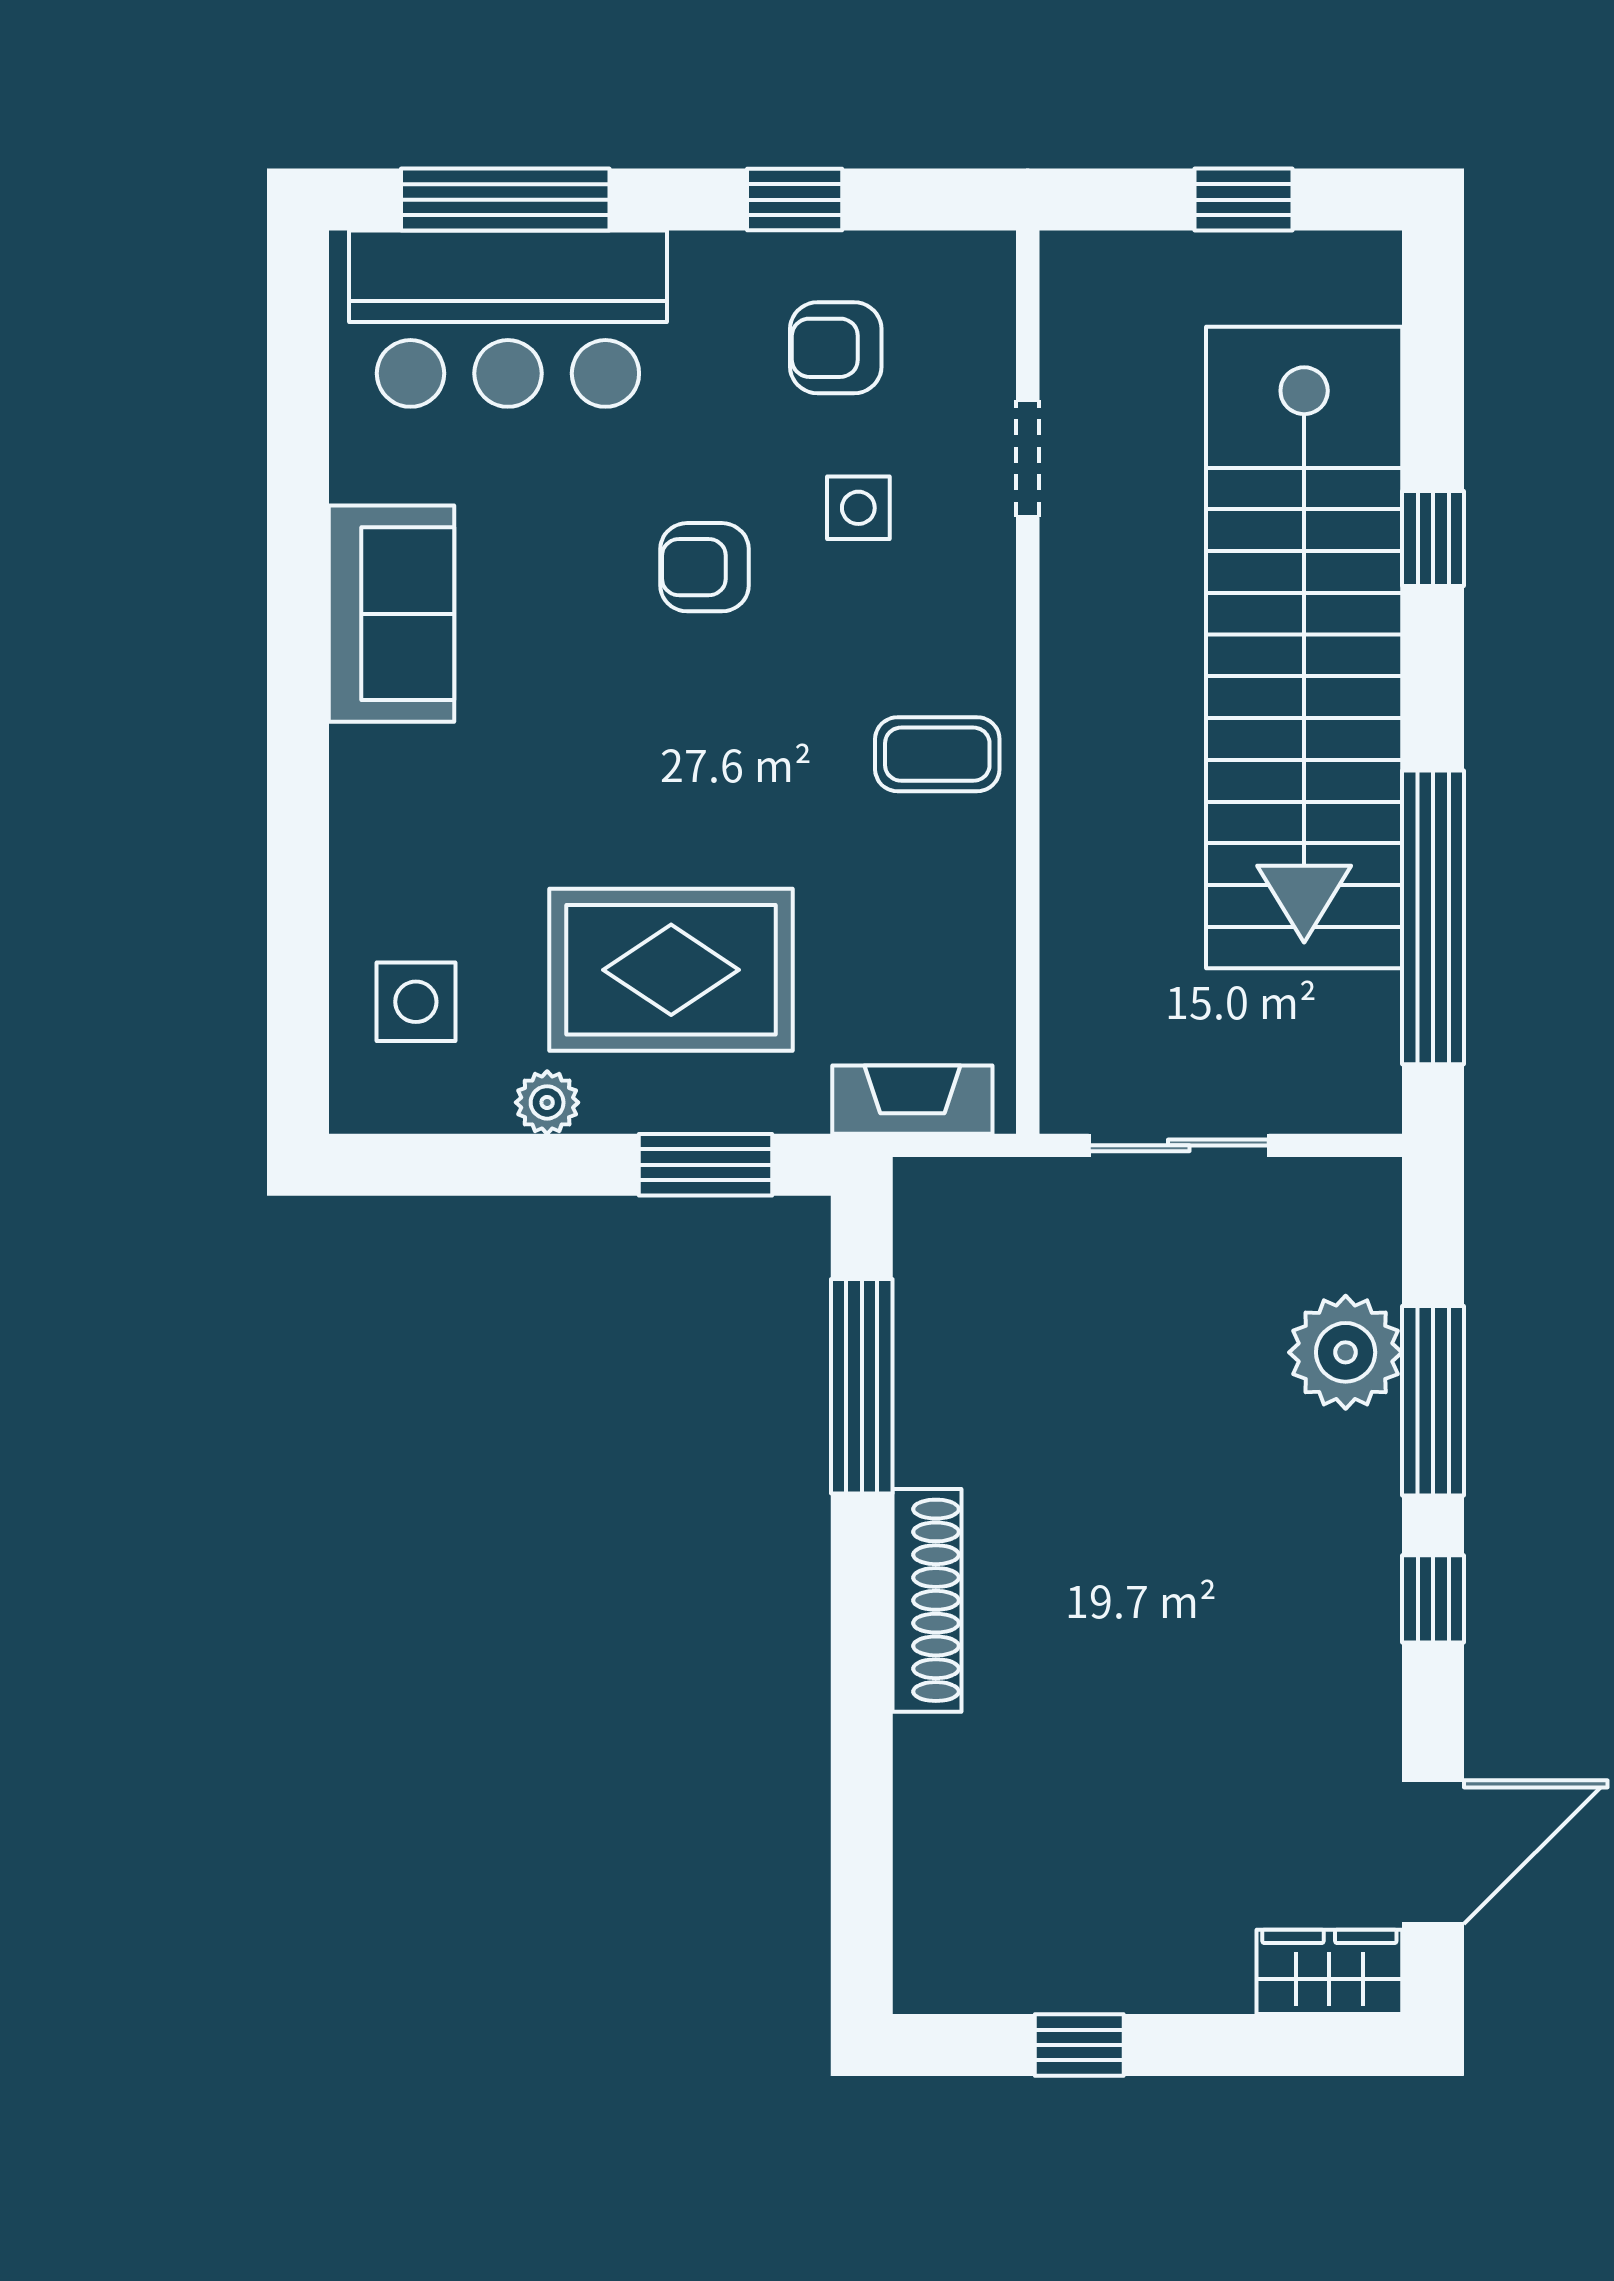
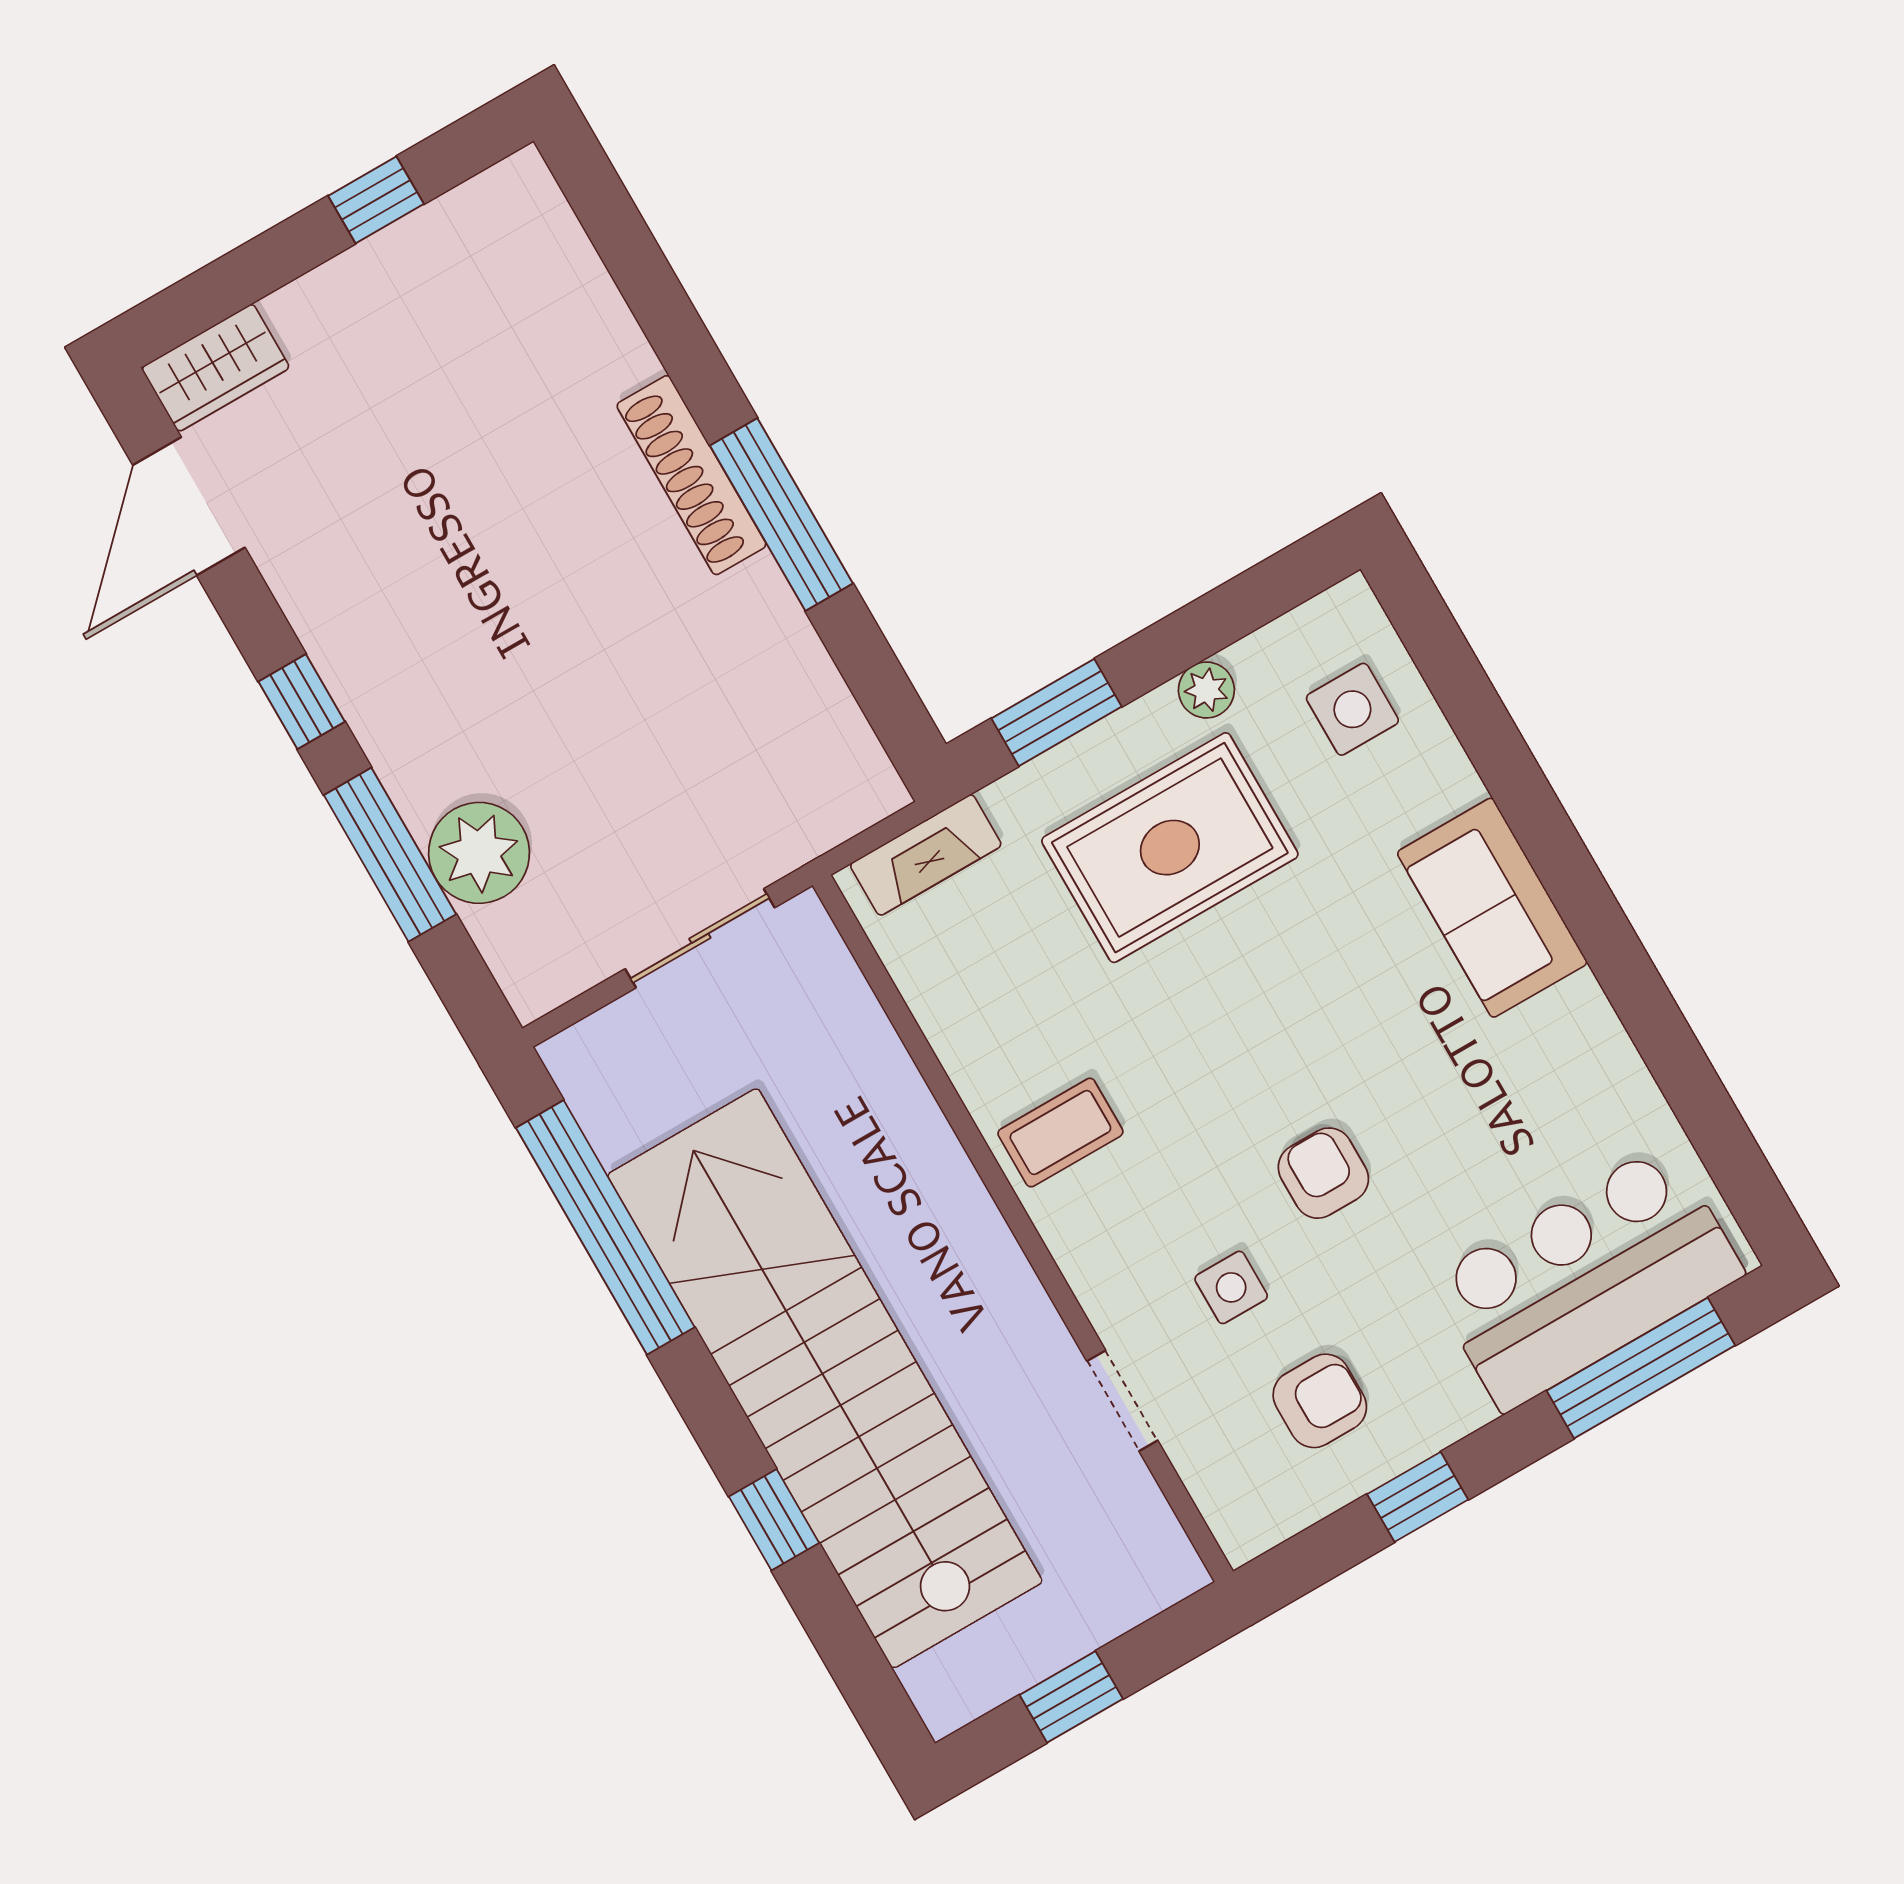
armchair: (704, 567) -> (1323, 1173), turned -90
sofa: (391, 614) -> (1492, 908), moved
window: (862, 1386) -> (781, 514), moved

